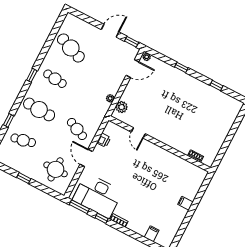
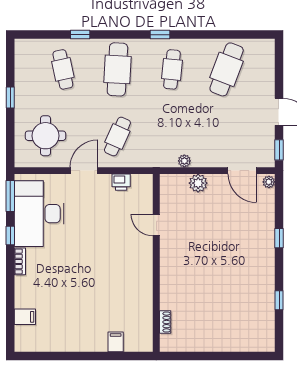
plant: (122, 107) -> (198, 183), moved
door: (138, 133) -> (156, 225), hinge flipped
filing cabinet: (185, 203) -> (116, 342), moved

